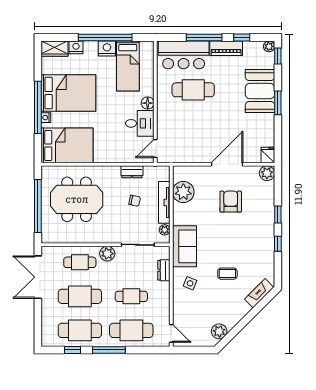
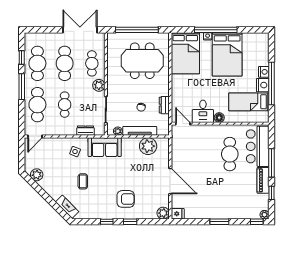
nightstand: (76, 47) -> (264, 72), moved
wardrobe: (55, 49) -> (263, 43), removed
booth: (260, 91) -> (229, 207), removed
meeting table: (77, 199) -> (142, 61), turned 90
armchair: (231, 202) -> (126, 199), moved

